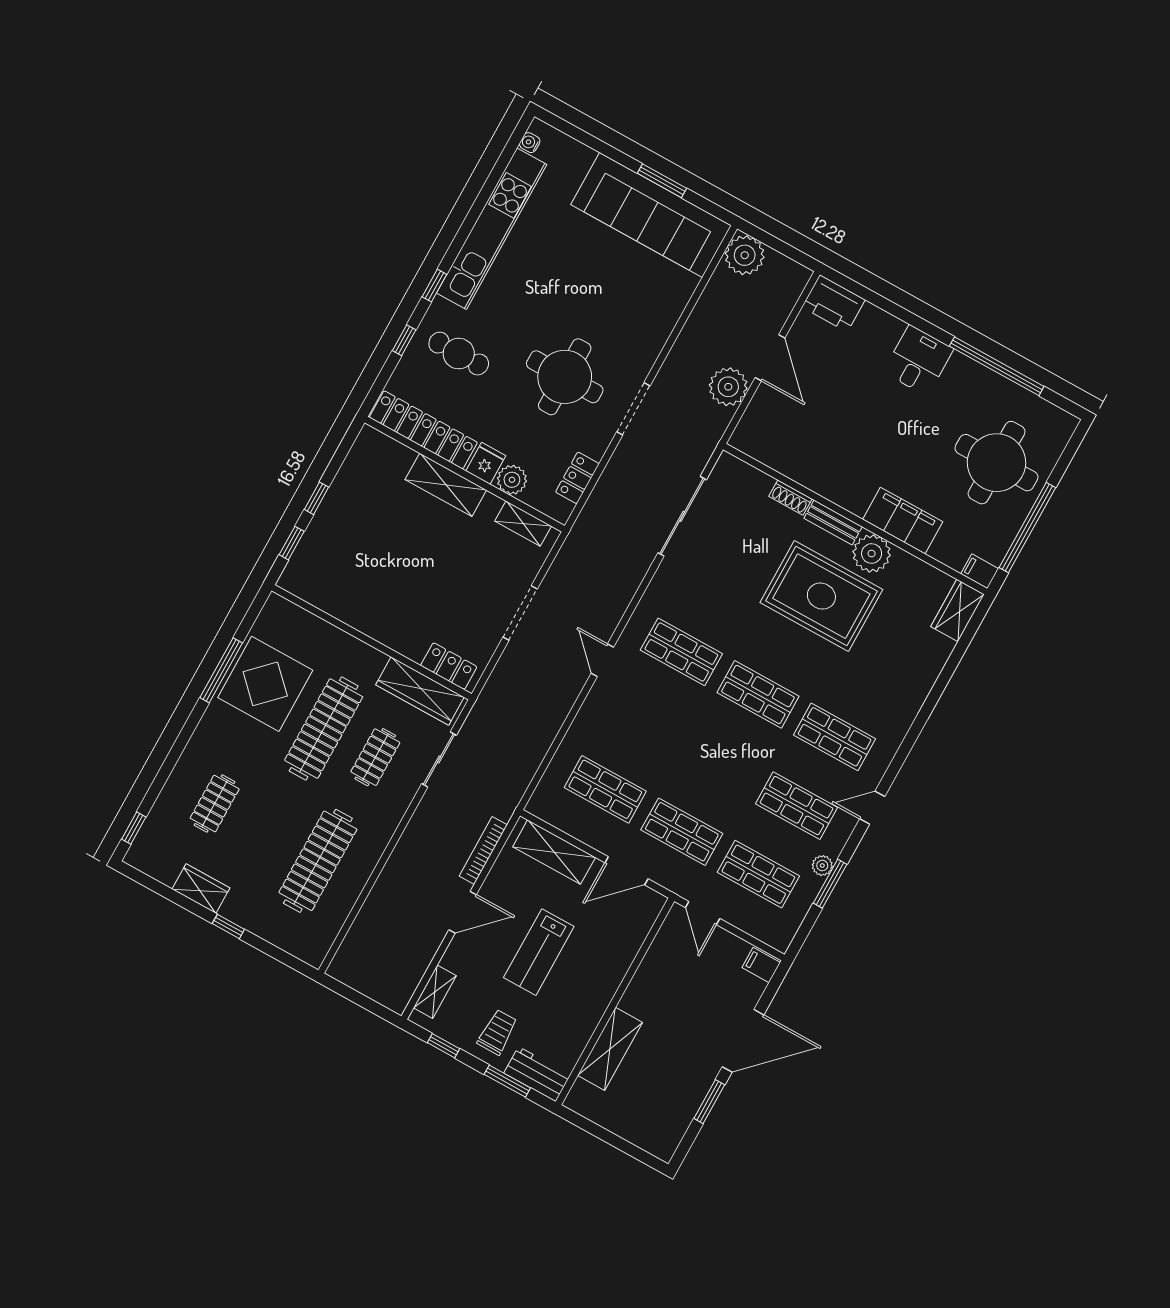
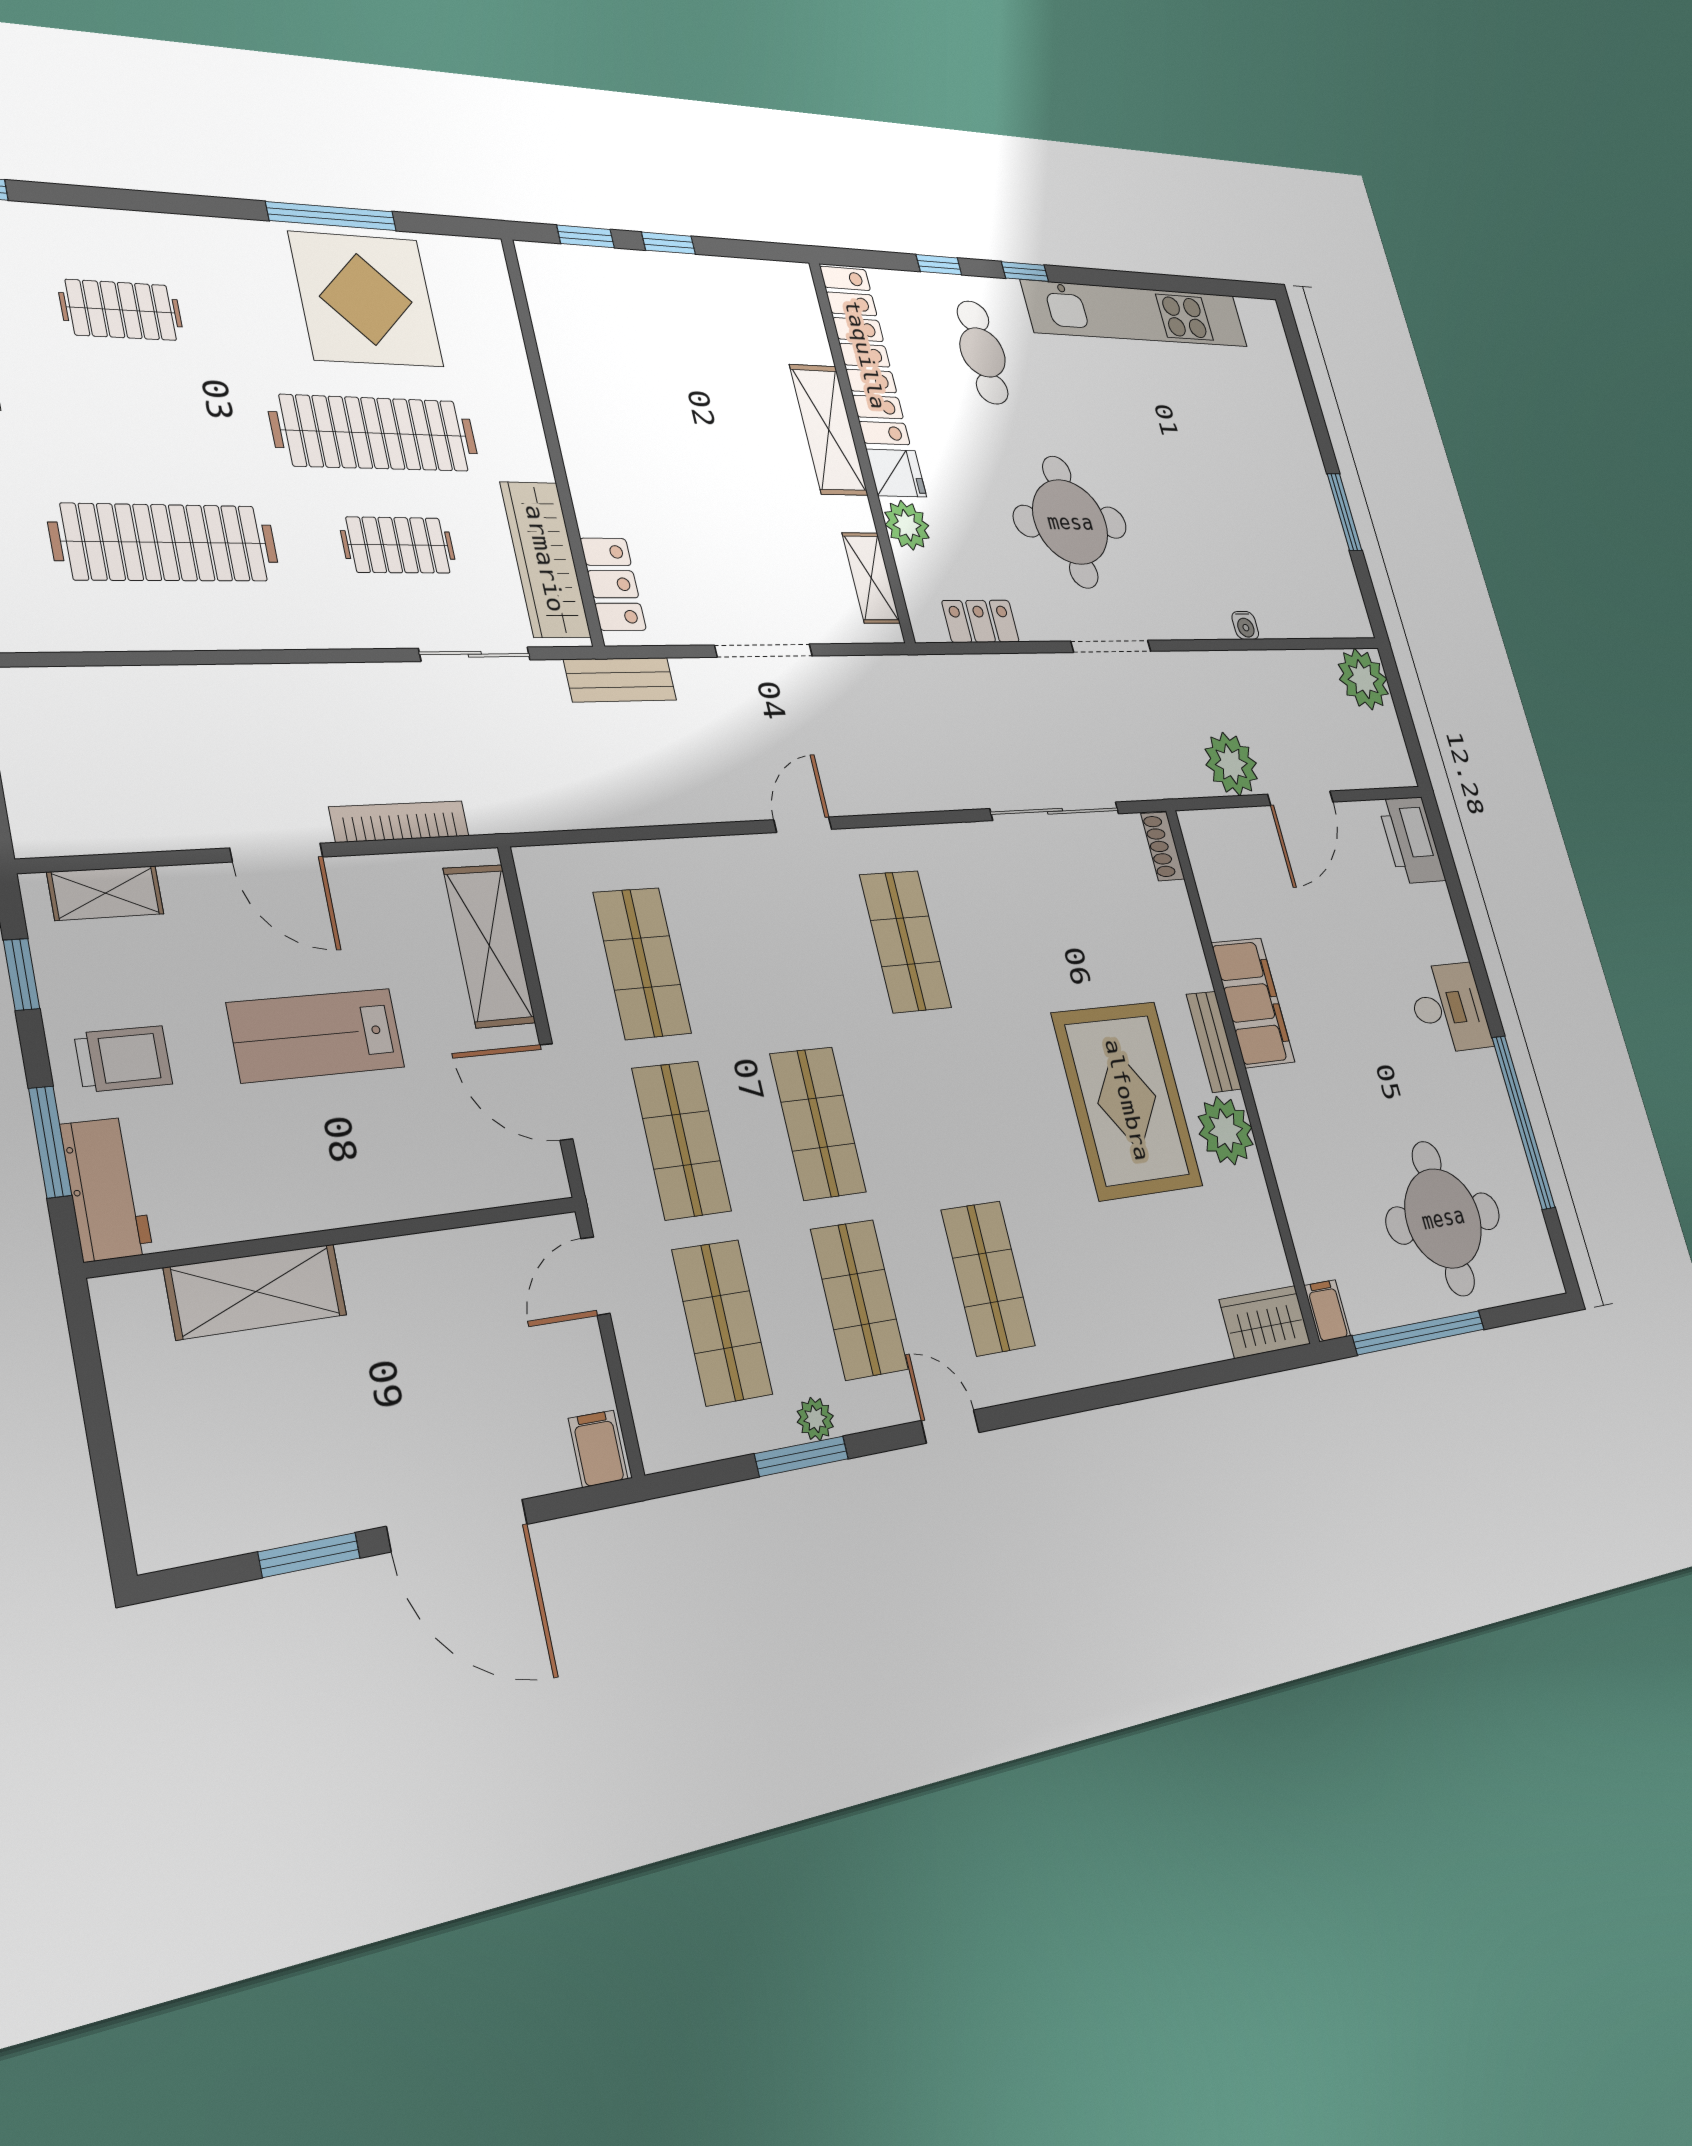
water cooler: (530, 143) -> (1245, 625), moved, turned 180
sofa: (651, 215) -> (1305, 522), removed
shoe rack: (790, 498) -> (1163, 846), moved
filing cabinet: (903, 521) -> (1253, 1002), moved
shop shelf: (758, 694) -> (818, 1123), moved
bench: (490, 698) -> (620, 680), added

